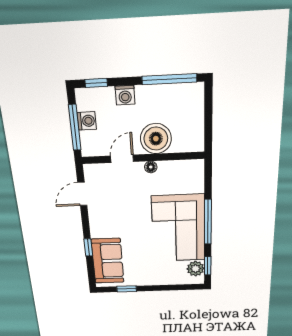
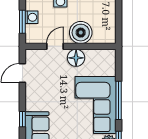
window: (75, 128) -> (22, 22), width x0.69
floor lamp: (151, 167) -> (76, 58), width x1.89, depth x1.89

